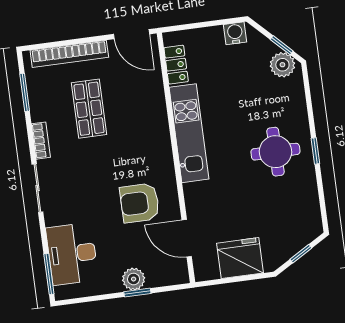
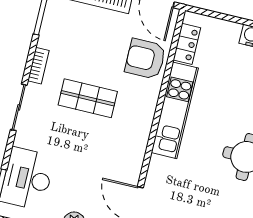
shop shelf: (89, 109) -> (88, 98), moved, turned 90
armchair: (140, 203) -> (145, 59), moved

